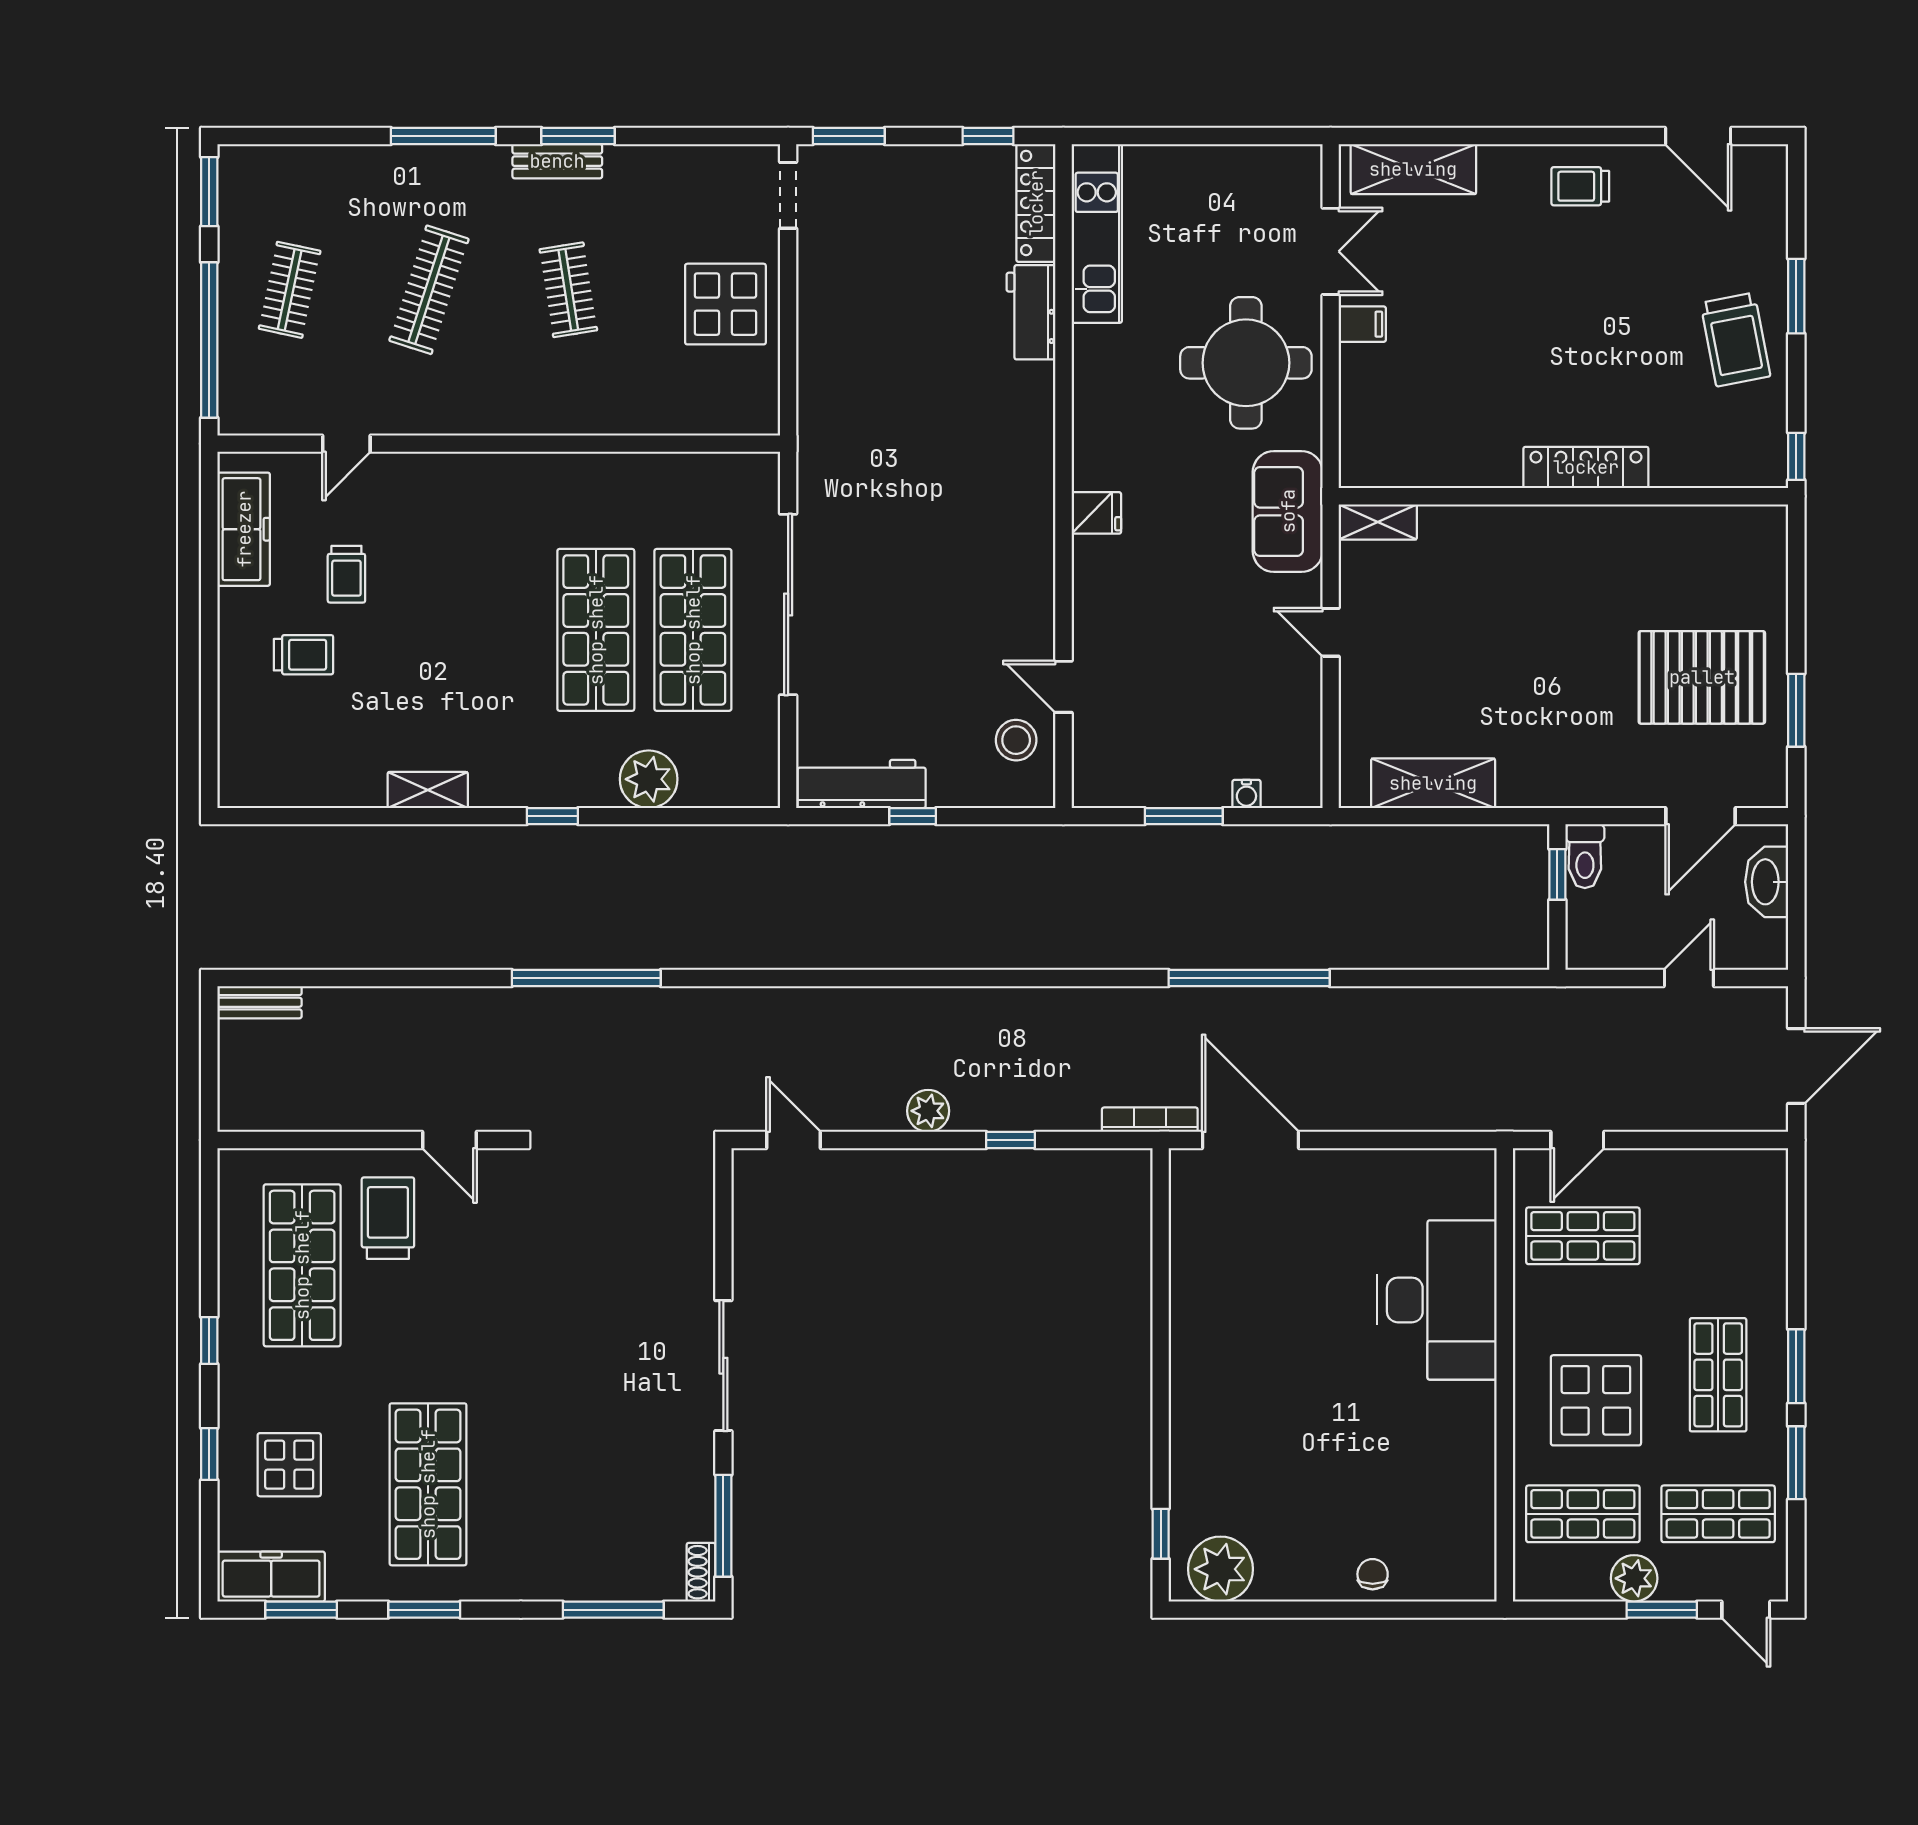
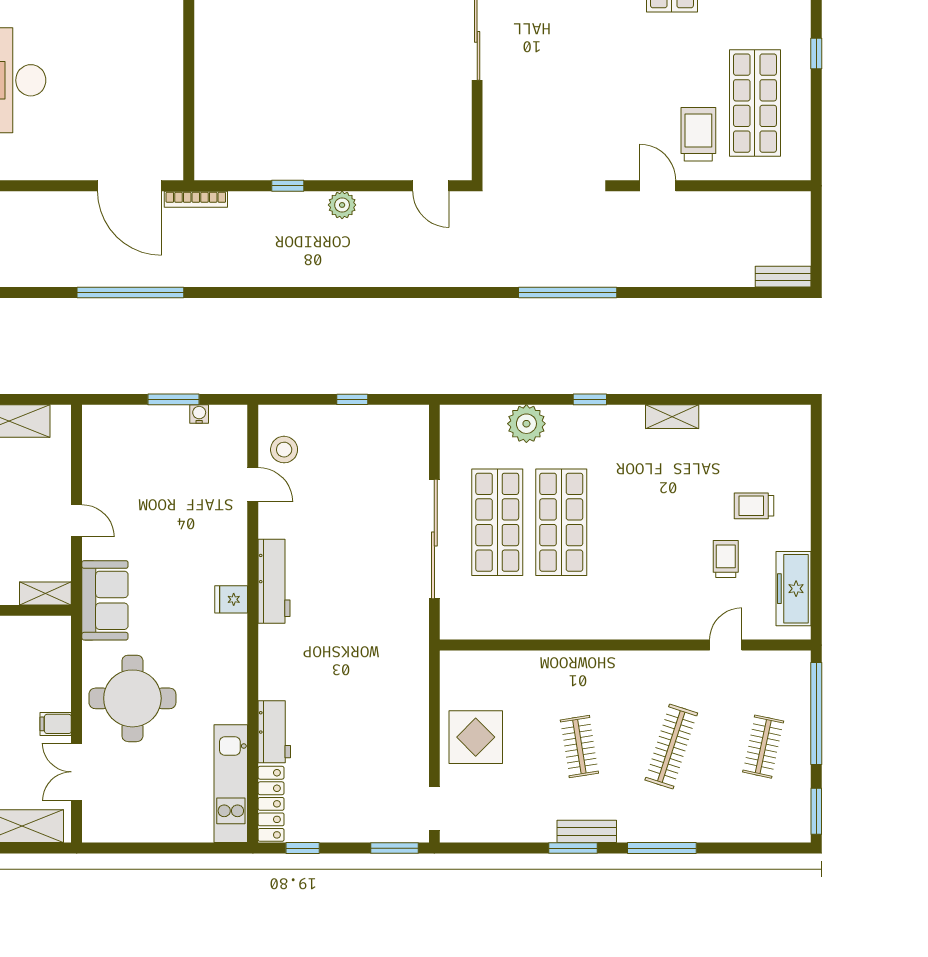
workbench: (862, 784) -> (274, 581), moved, turned -90
water cooler: (1246, 794) -> (199, 414), moved
trolley: (388, 1218) -> (698, 134), turned 180

